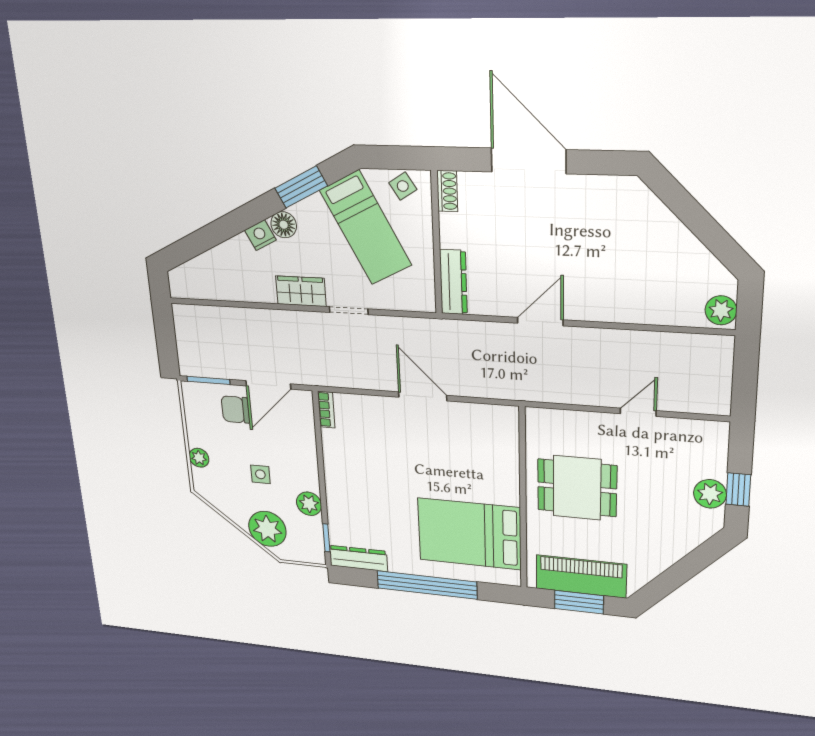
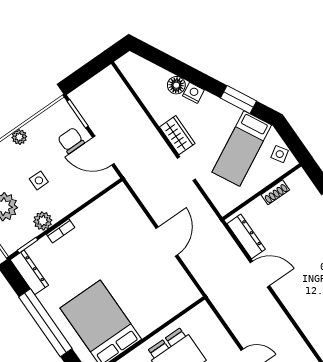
shoe rack: (447, 191) -> (275, 192), moved
floor lamp: (284, 225) -> (176, 85), moved
dresser: (453, 282) -> (246, 236), moved, turned -90
bookcase: (326, 410) -> (61, 231), moved

